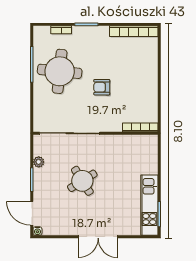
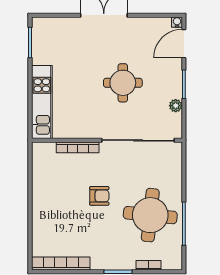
bookcase: (140, 127) -> (78, 147), moved
round table: (82, 181) -> (123, 83), turned 32
kitchen unit: (149, 205) -> (42, 102), moved
door: (32, 213) -> (184, 44), swing flipped

